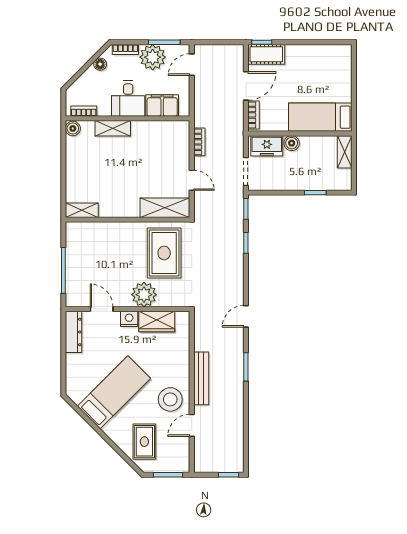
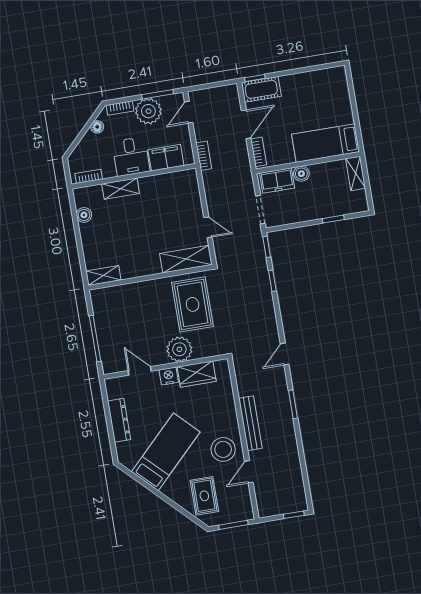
boiler: (73, 128) -> (84, 215), moved
bookcase: (199, 142) -> (204, 156), moved
dresser: (73, 332) -> (119, 420), moved

